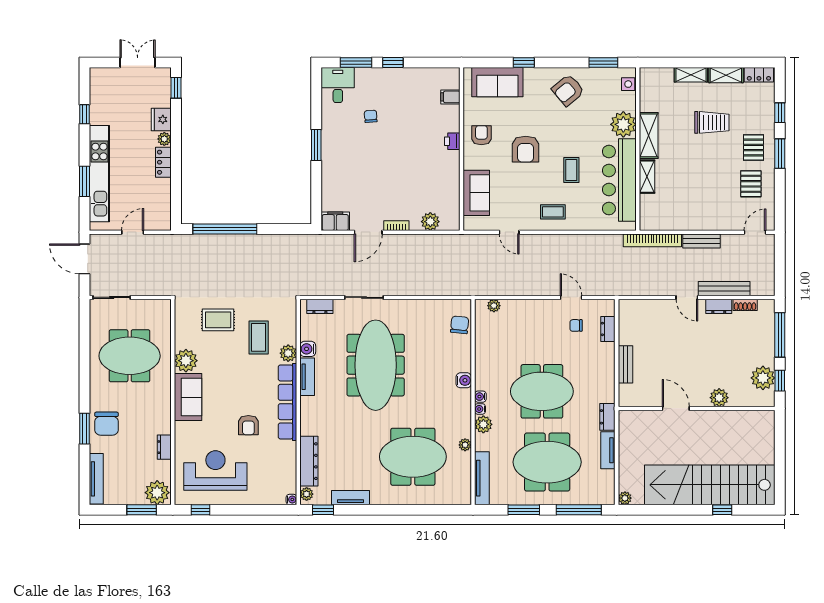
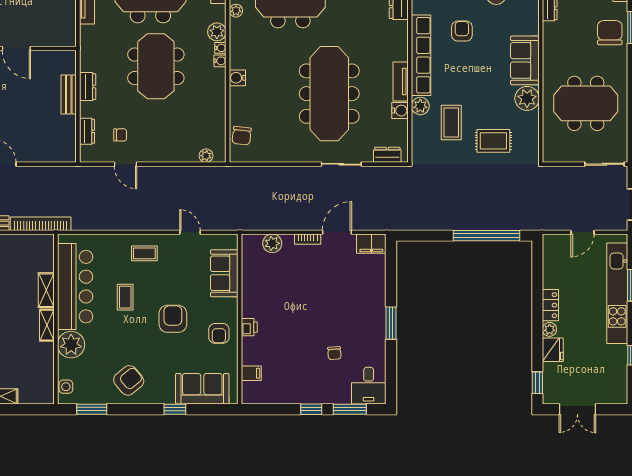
shelving: (649, 135) -> (47, 325), width x0.67, depth x0.75
meeting table: (542, 391) -> (156, 66), turned 90
dresser: (607, 417) -> (88, 87), moved

